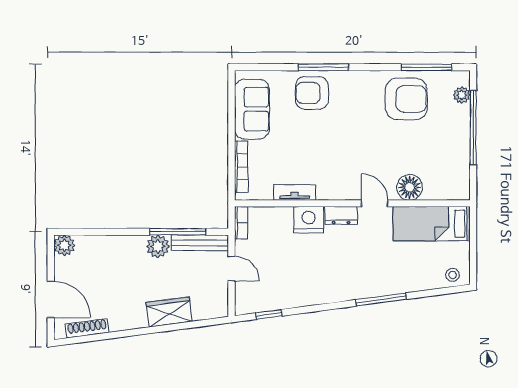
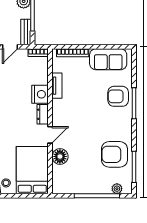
armchair: (312, 93) -> (118, 96), turned -90
armchair: (406, 99) -> (114, 154), turned 90
bed: (432, 224) -> (32, 170), width x1.50
bench: (200, 243) -> (26, 32), width x0.73

